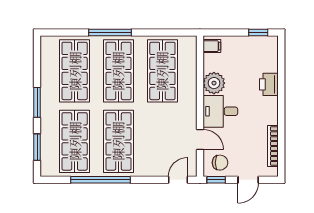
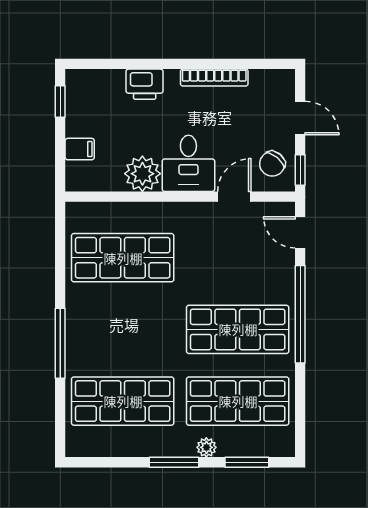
filing cabinet: (212, 46) -> (80, 149), moved, turned 90
shop shelf: (118, 71) -> (123, 329), removed
plant: (46, 122) -> (206, 447), added
bookcase: (273, 146) -> (214, 78), moved
chair: (220, 163) -> (272, 164), turned -140
window: (100, 180) -> (300, 314), moved

